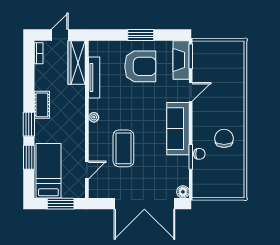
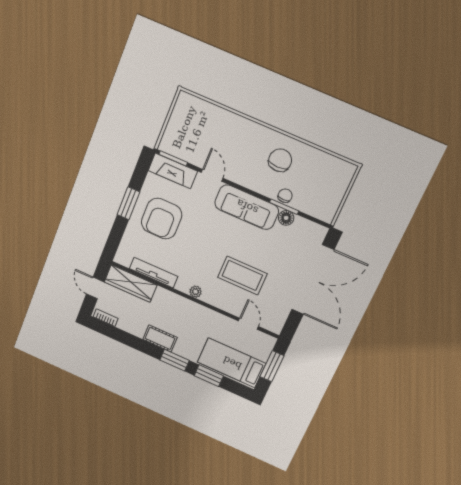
armchair: (140, 66) -> (162, 219), turned 180
chair: (224, 138) -> (280, 160), turned 90
floor lamp: (183, 192) -> (286, 218), moved

